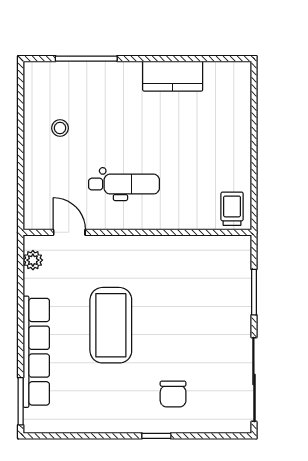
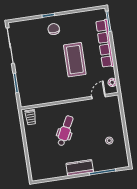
kitchen counter: (173, 76) -> (80, 168), moved
dental chair: (124, 184) -> (65, 131), moved, turned 117
door: (69, 232) -> (99, 97), swing flipped
chair: (173, 394) -> (54, 29), moved

